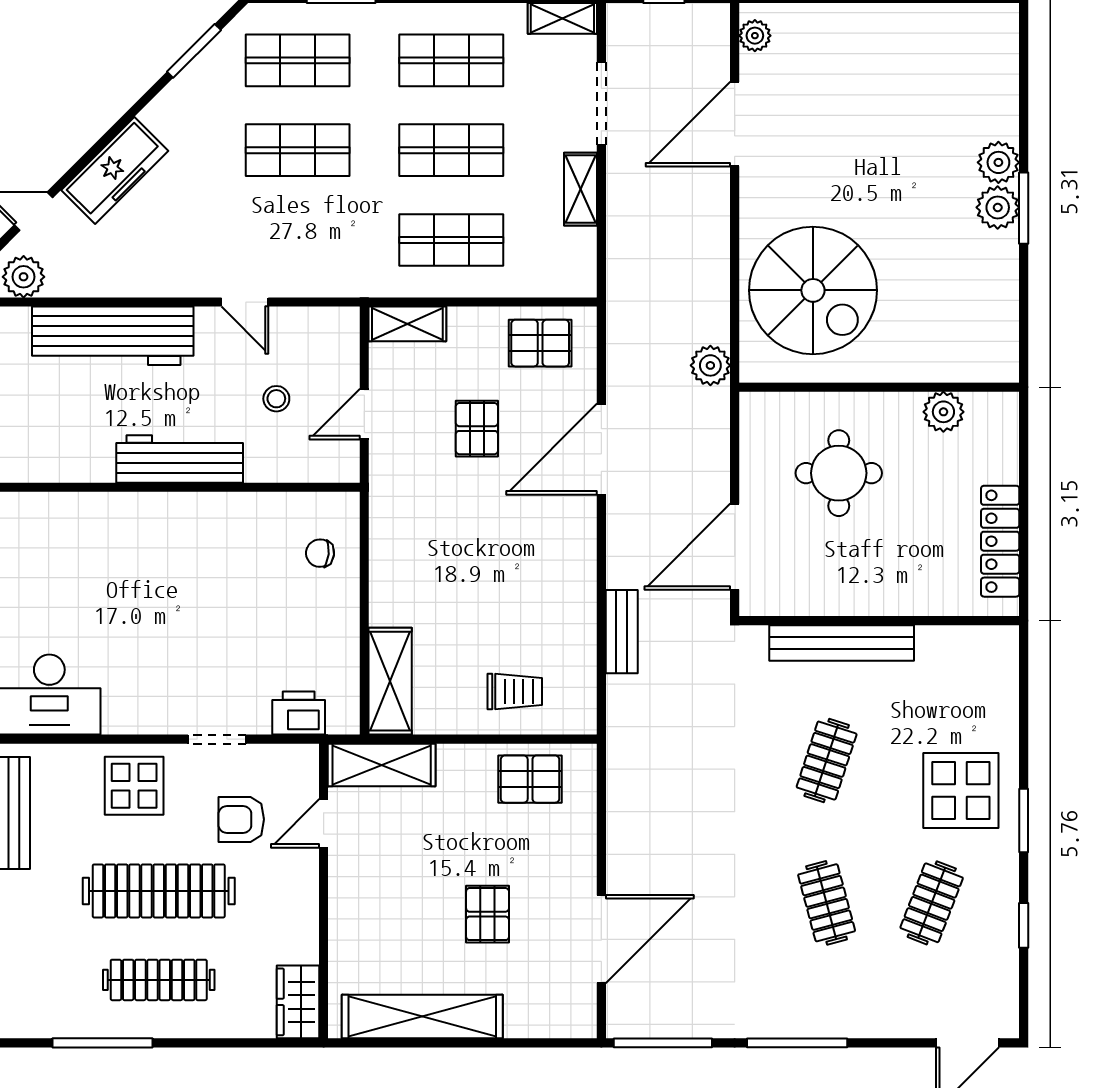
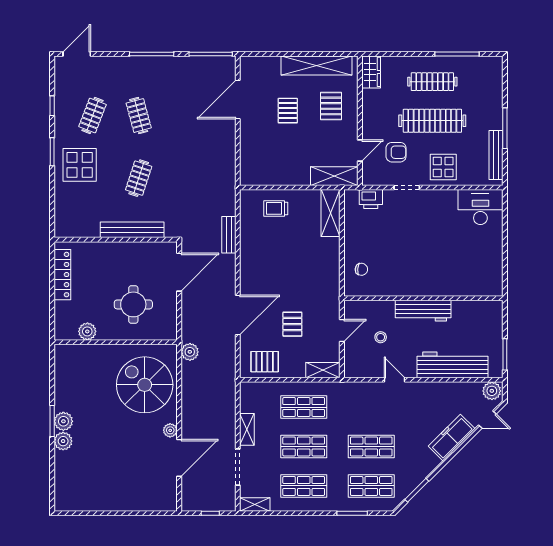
plant: (755, 36) -> (170, 430), moved
pallet: (530, 779) -> (331, 106), moved, turned 90

